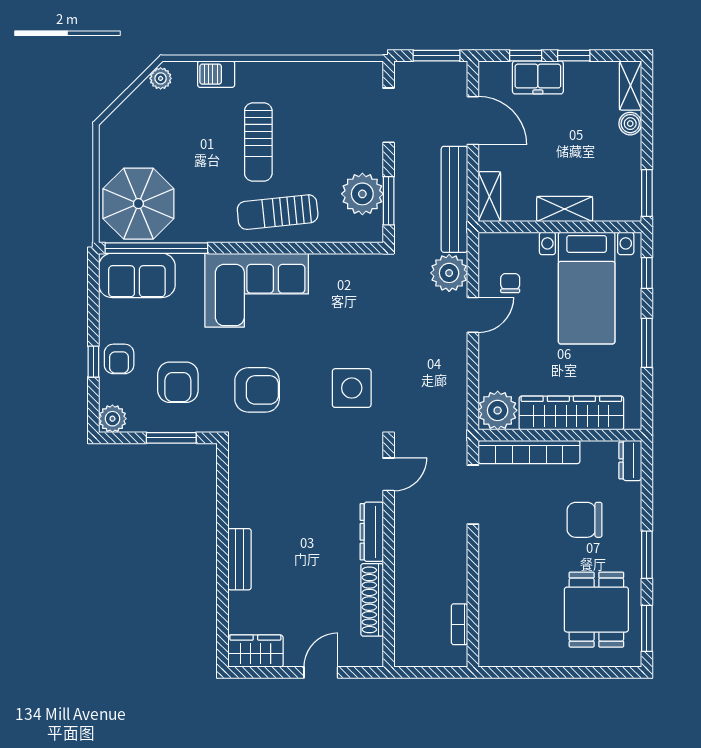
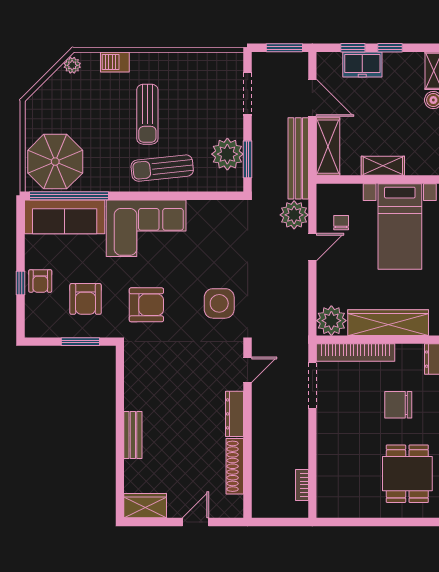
shelving: (489, 197) -> (328, 147), width x1.50, depth x1.33
sofa: (137, 275) -> (65, 217), width x1.36
plant: (112, 419) -> (35, 327), removed

